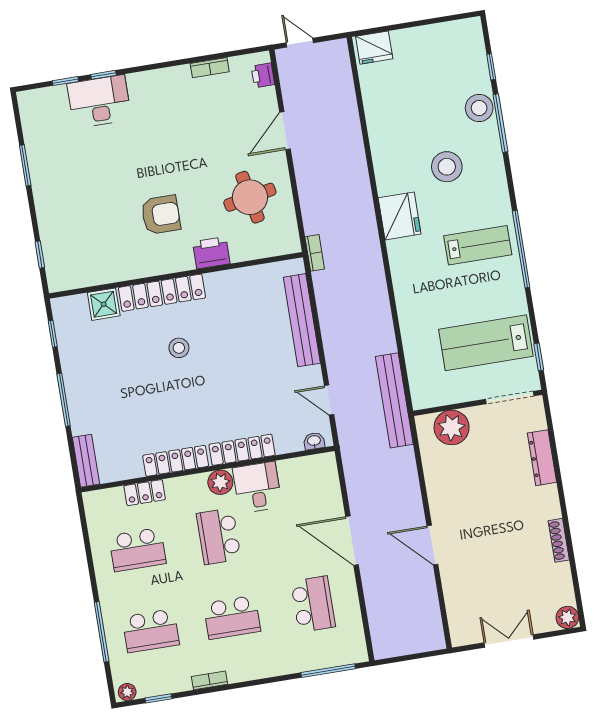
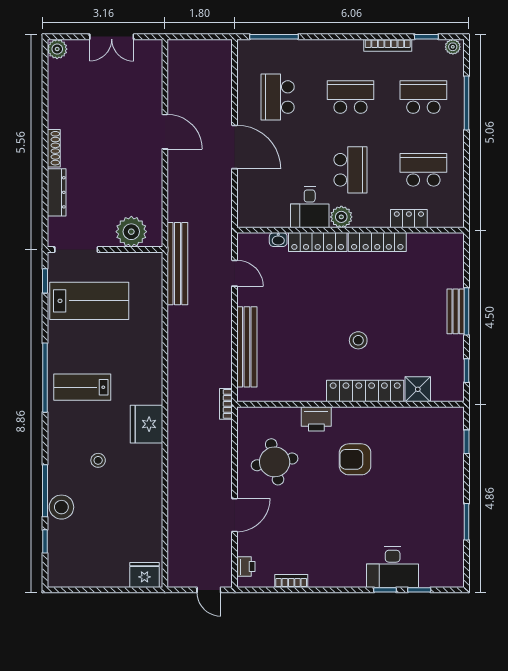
stool: (447, 167) -> (98, 460), width x0.53, depth x0.53
washbasin: (314, 441) -> (278, 240), moved
bench: (86, 461) -> (456, 311), moved
shoe rack: (559, 540) -> (54, 148), moved
bookcase: (210, 680) -> (388, 45), width x1.56

